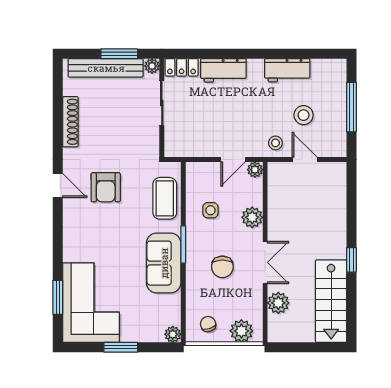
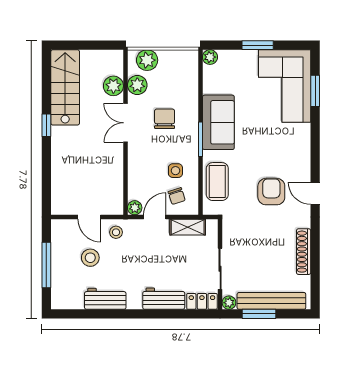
shelving: (197, 148) -> (188, 227), added
plant: (252, 217) -> (137, 85), moved
chair: (208, 324) -> (177, 196), moved

